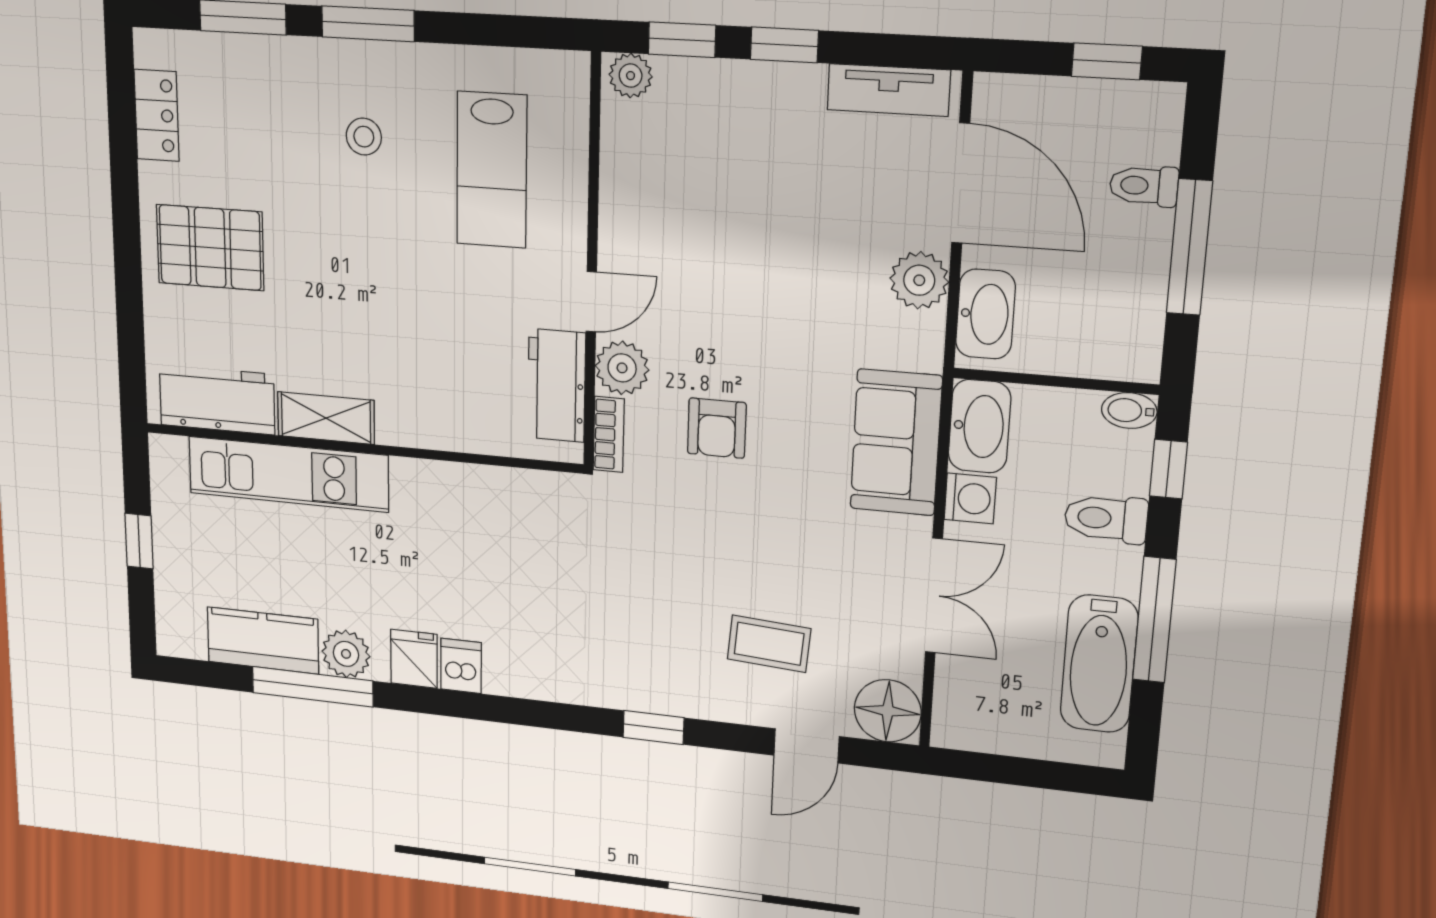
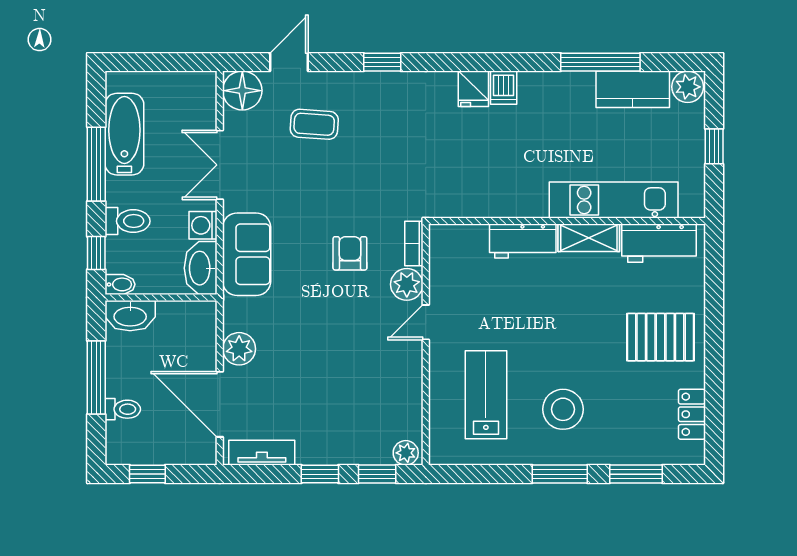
stool: (364, 137) -> (563, 409), width x1.89, depth x1.89
washbasin: (985, 314) -> (130, 316), moved, turned -90
workbench: (556, 386) -> (523, 241), moved, turned 90
plant: (346, 654) -> (688, 87), moved
fridge: (414, 659) -> (473, 89), moved

